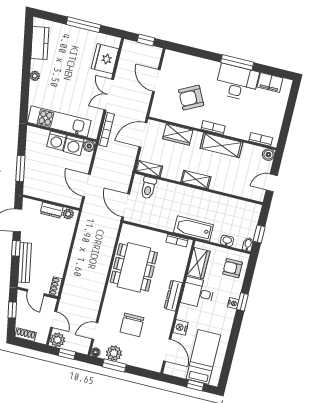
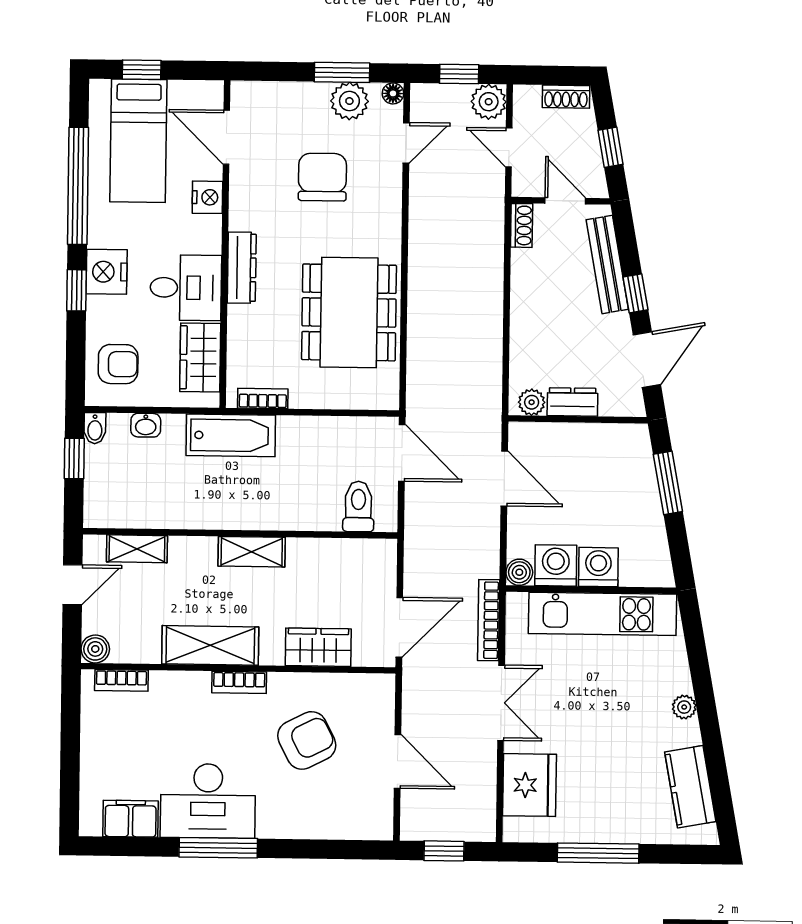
shelving: (149, 169) -> (137, 549), moved
nightstand: (233, 303) -> (107, 272), width x1.89, depth x1.79
window: (232, 344) -> (78, 186), added

